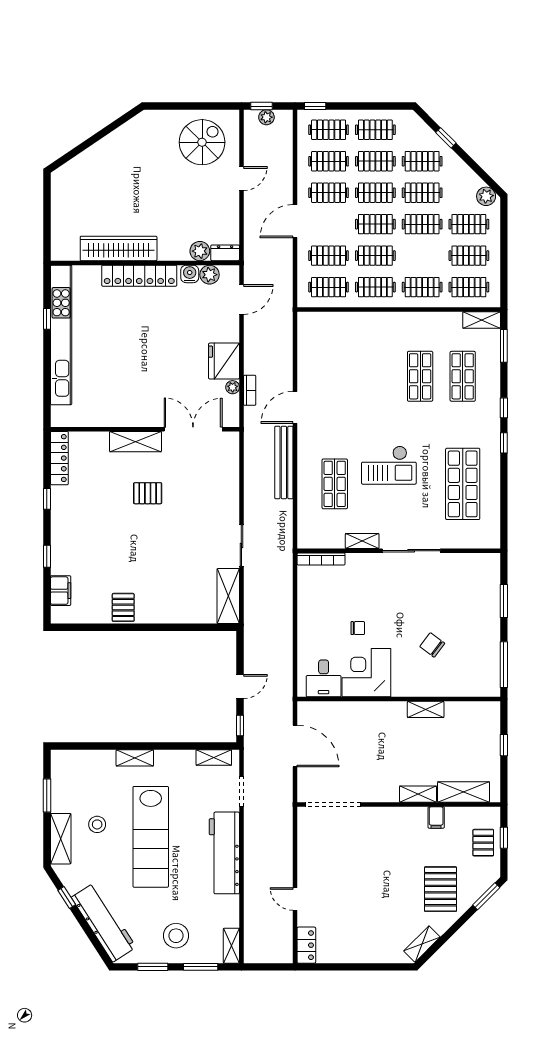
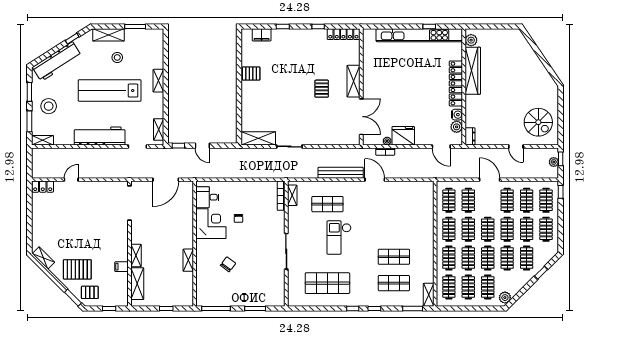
plant: (200, 251) -> (471, 40), moved
clothes rail: (422, 256) -> (468, 258), added
shelving: (362, 541) -> (292, 195), moved
pallet: (483, 843) -> (90, 292), moved

